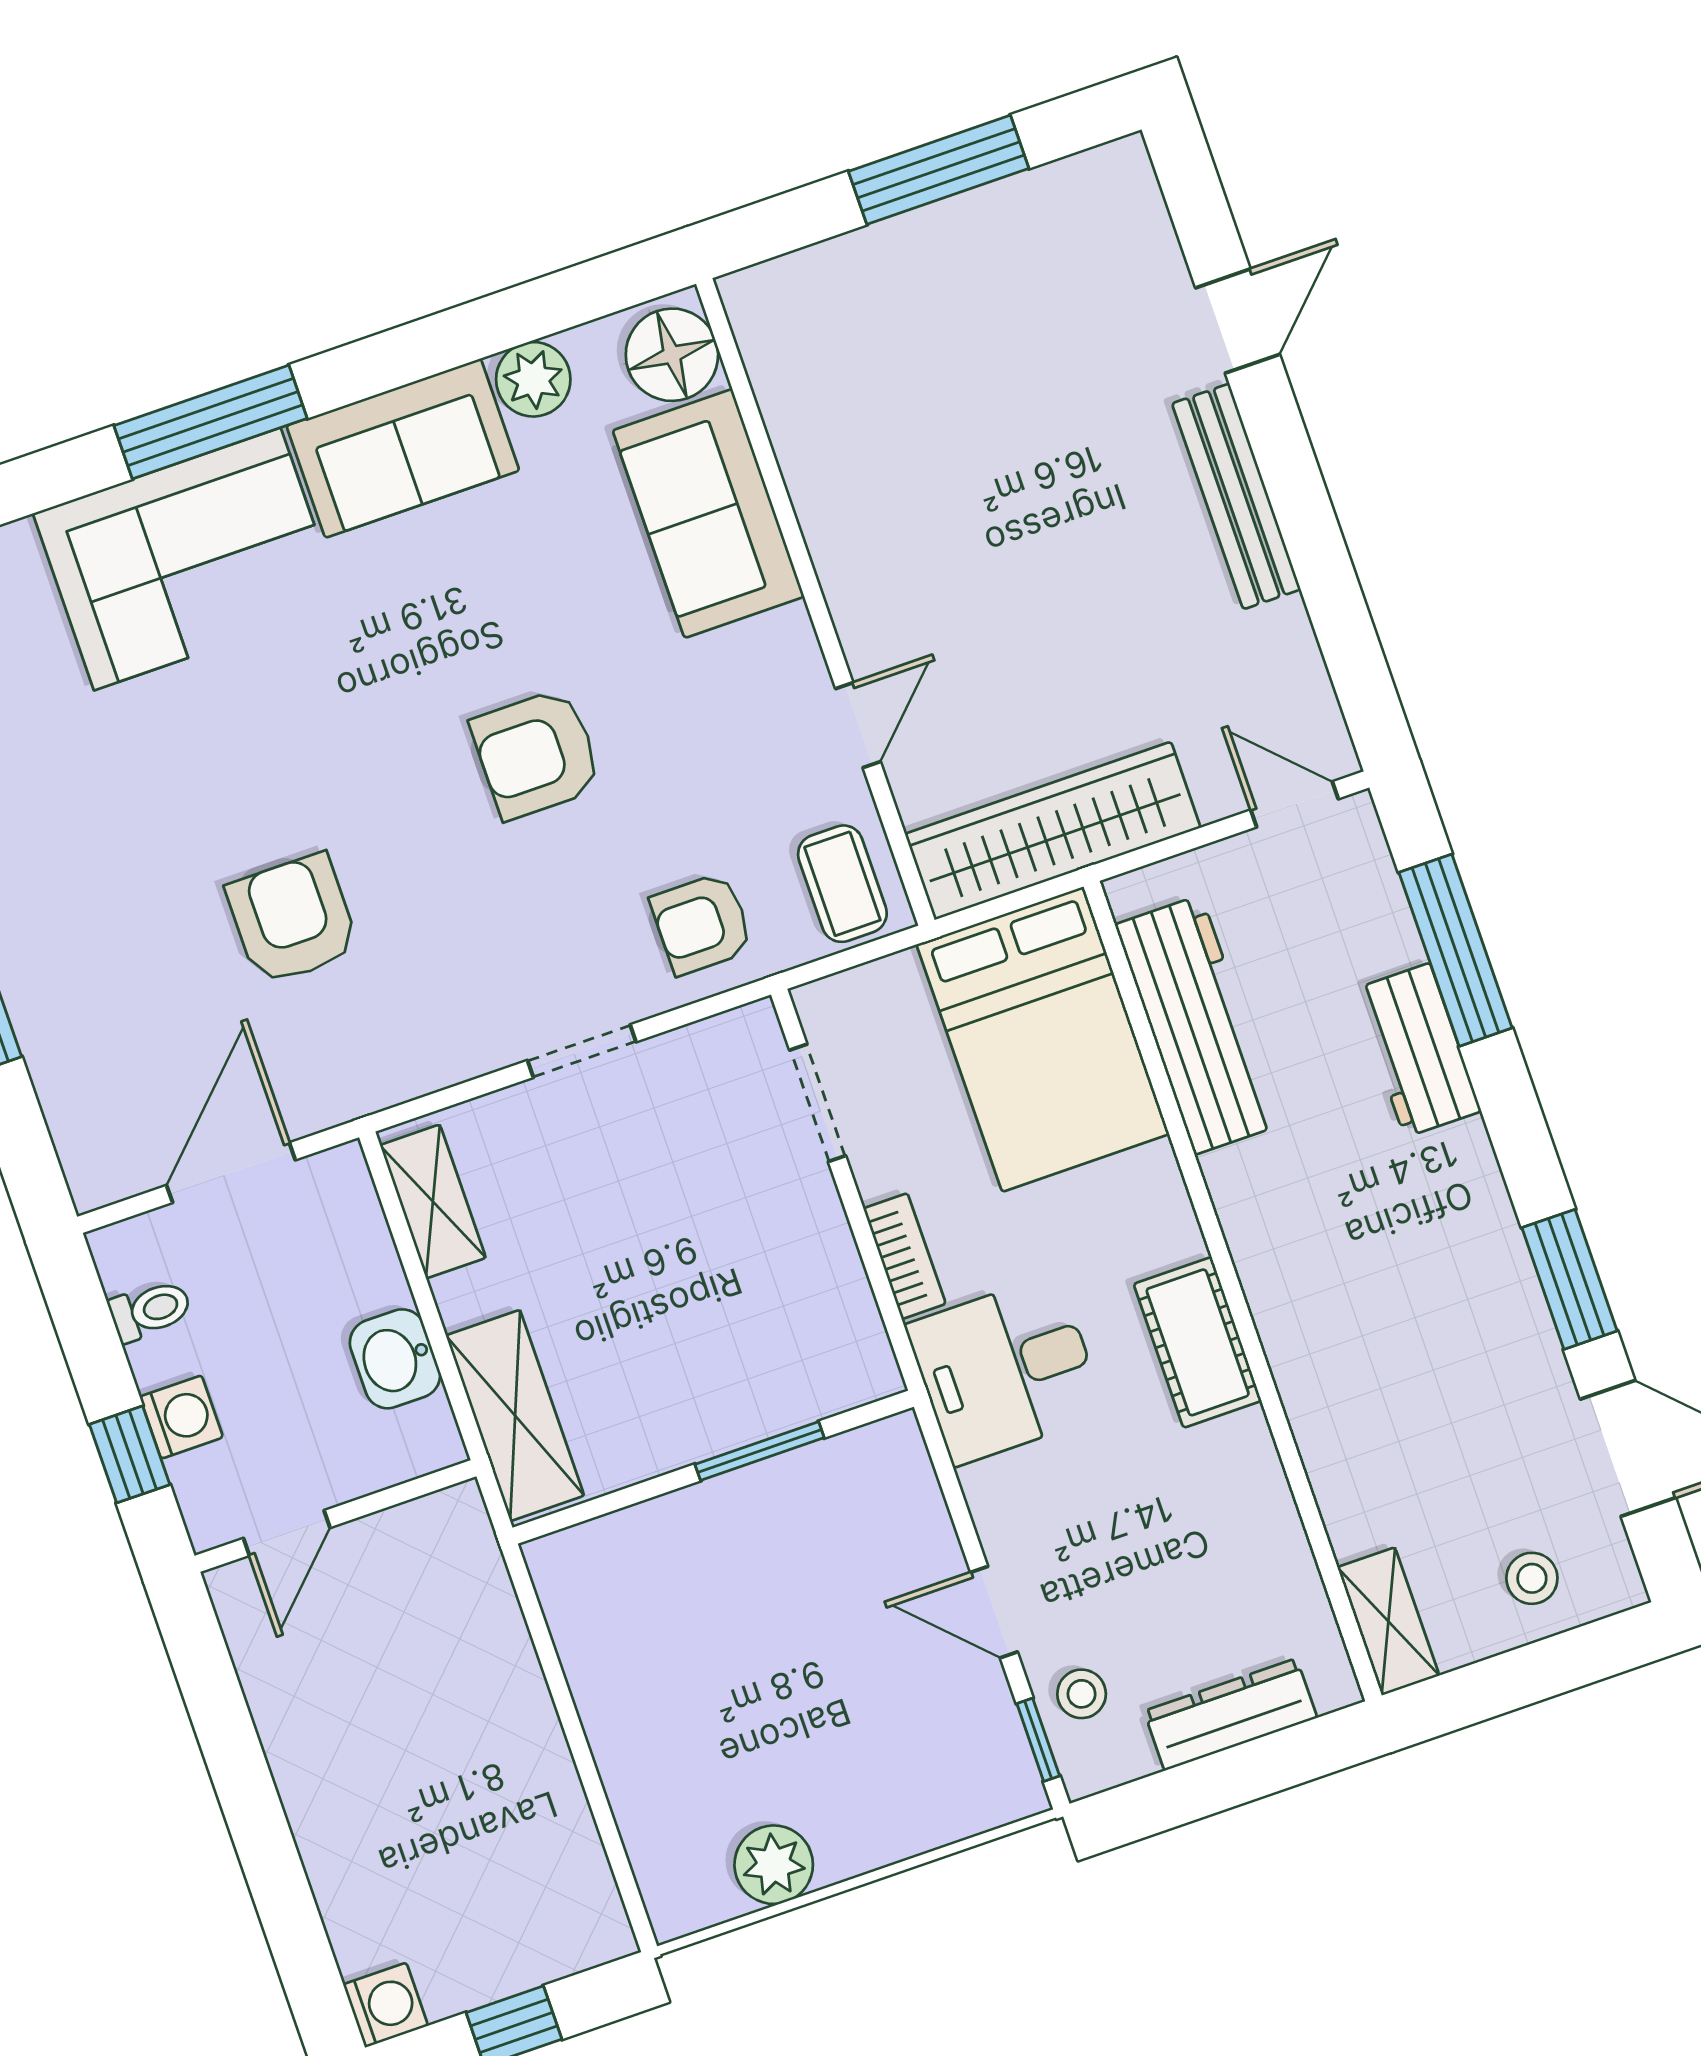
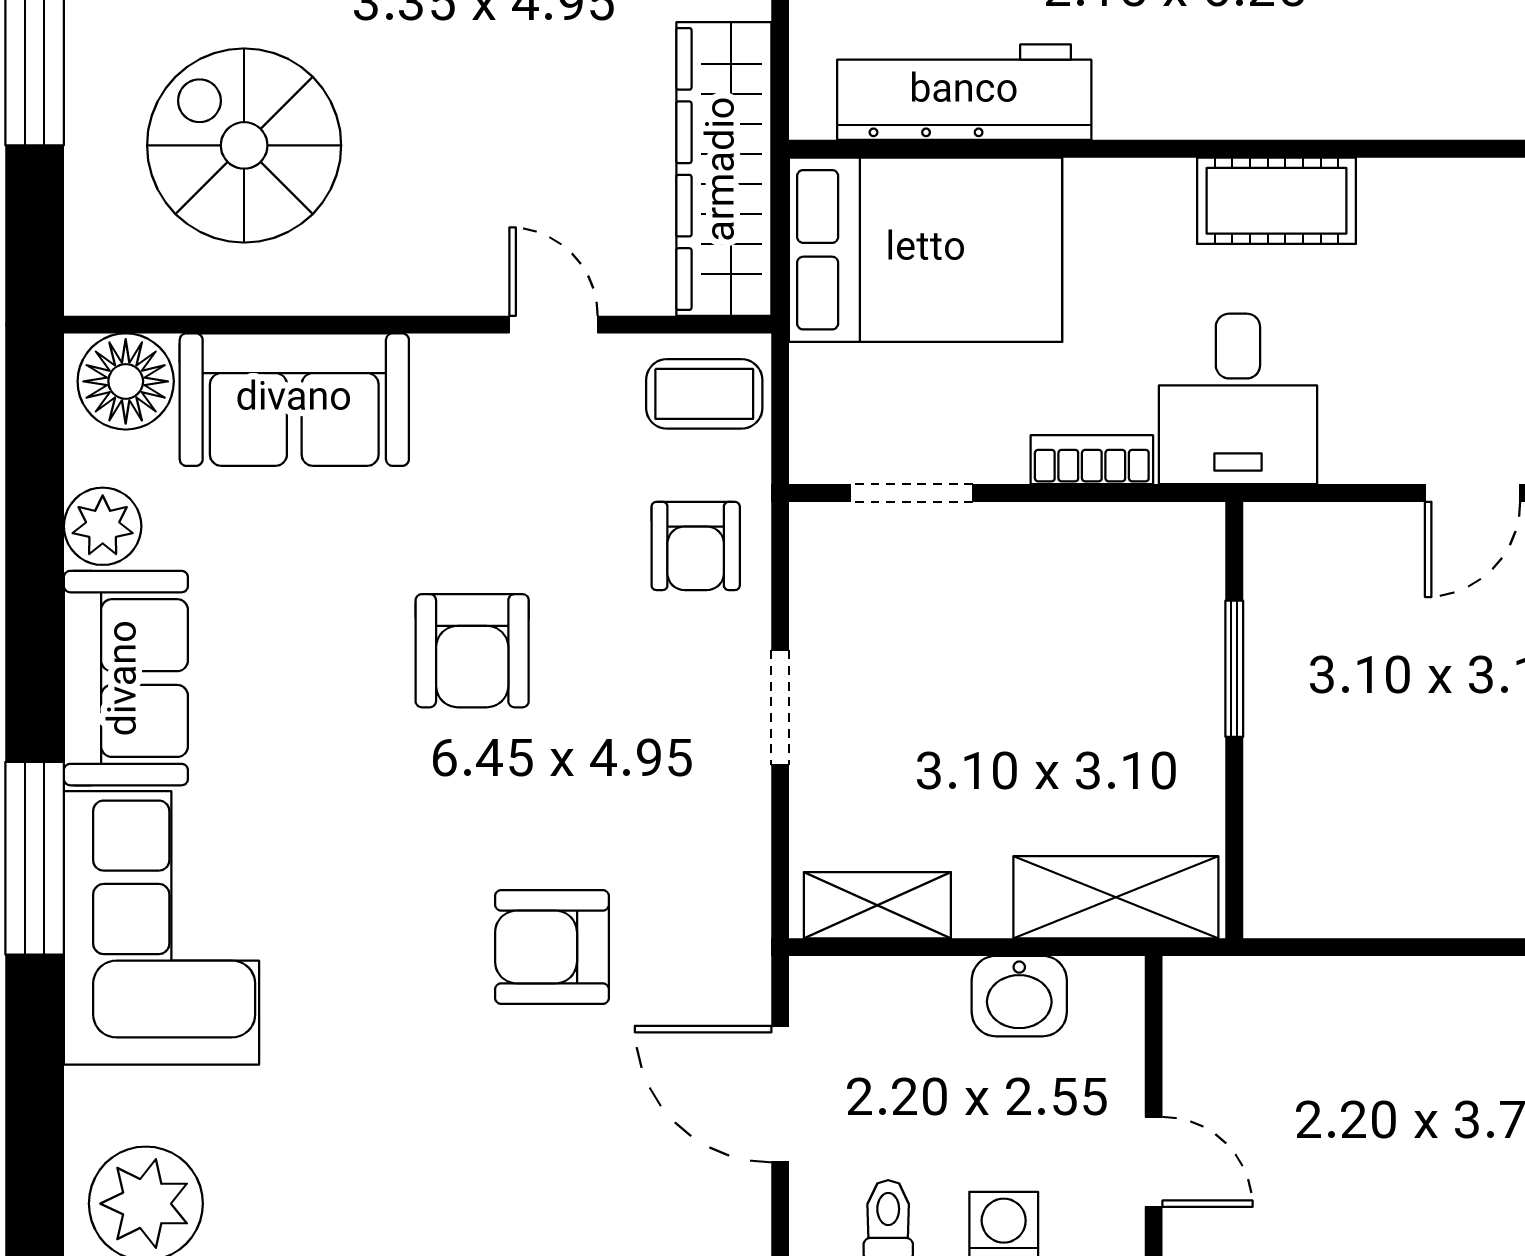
spiral stairs: (923, 388) -> (244, 145), added

